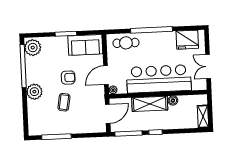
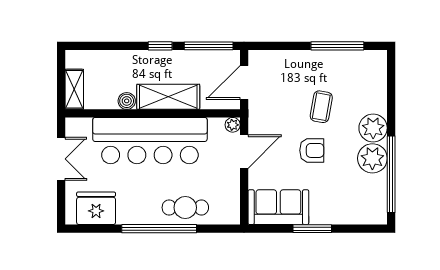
cafe table: (126, 43) -> (185, 208), moved
plant: (33, 48) -> (372, 158), moved
armchair: (68, 78) -> (312, 150), turned 180
shelving: (203, 116) -> (74, 89), moved

